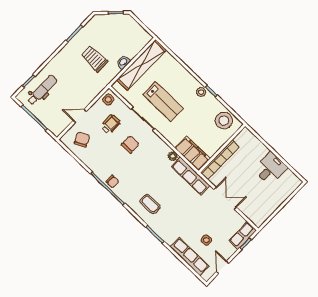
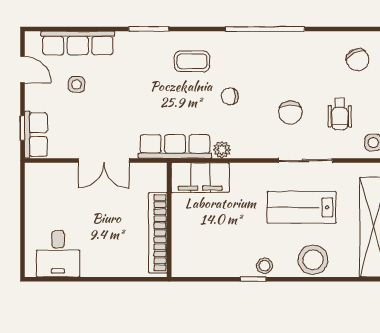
stool: (224, 121) -> (313, 260), moved
bookcase: (220, 160) -> (158, 233), moved
desk: (270, 169) -> (58, 254), moved
chair: (112, 182) -> (230, 96), moved

